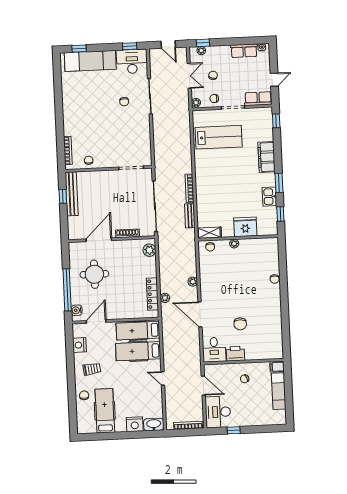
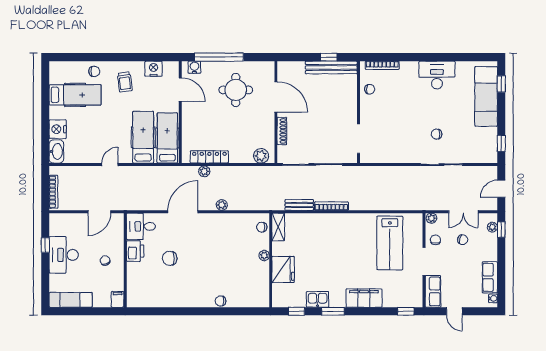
desk: (132, 61) -> (437, 75), moved, turned -90
exam couch: (279, 391) -> (71, 300), moved
desk: (218, 412) -> (64, 255), moved, turned -90

